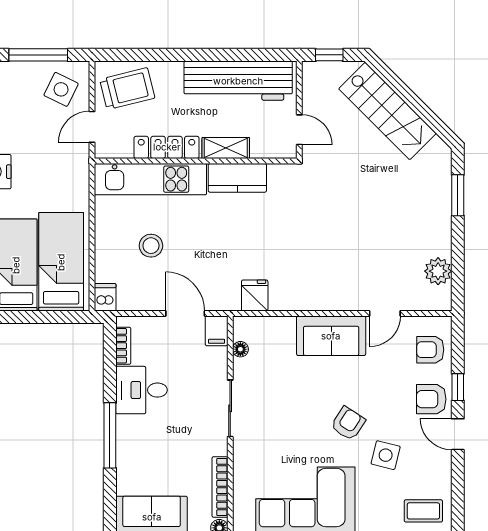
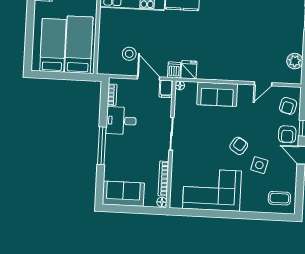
stool: (151, 246) -> (129, 54), moved
dishwasher: (105, 297) -> (174, 70), moved
sofa: (331, 336) -> (217, 94), moved
floor lamp: (240, 349) -> (180, 85), moved
armchair: (430, 350) -> (288, 106), turned -76
armchair: (431, 399) -> (287, 134), turned -90

